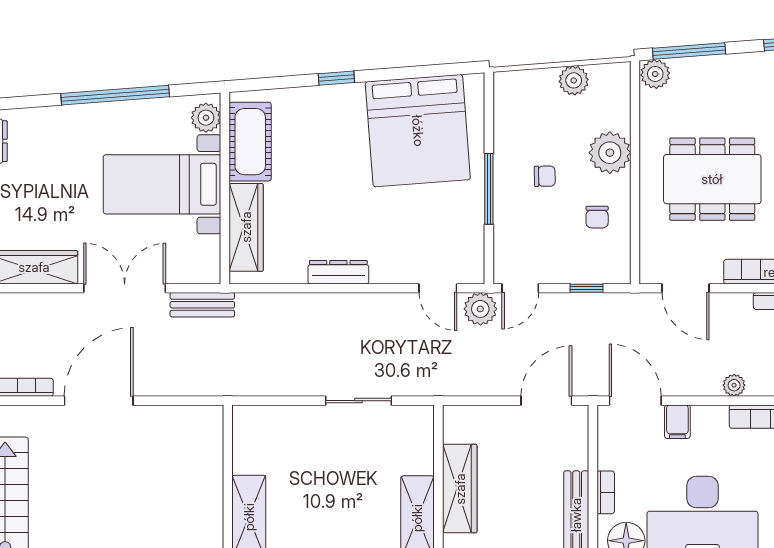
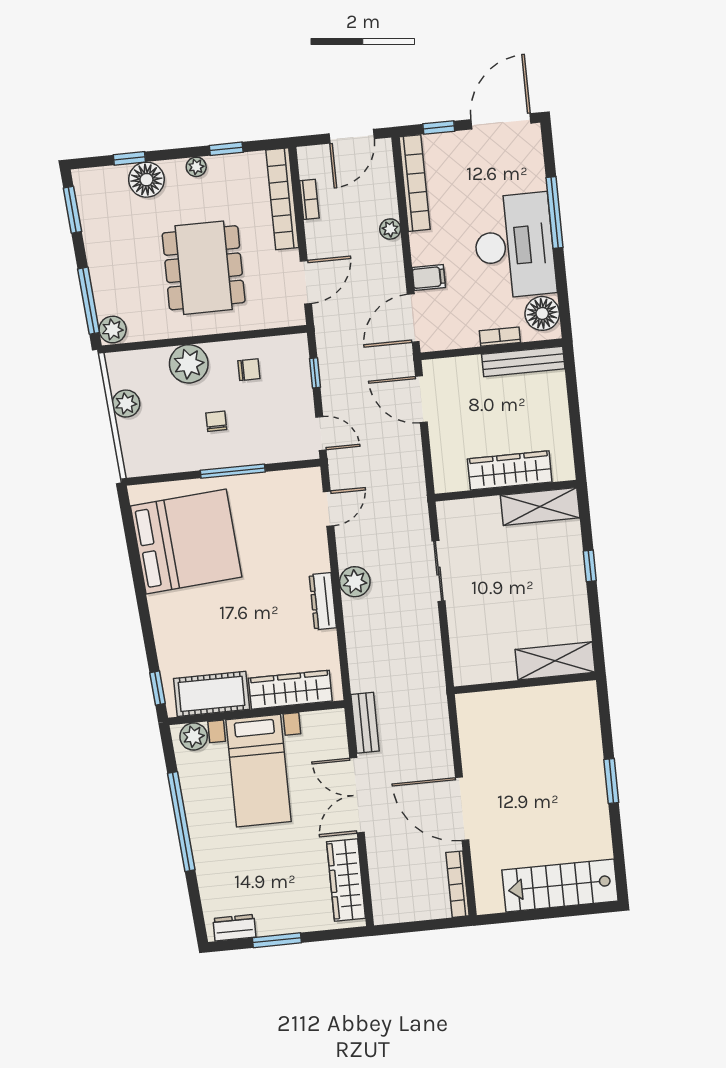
window: (336, 78) -> (158, 688), moved
plant: (480, 309) -> (355, 582), moved

